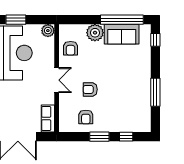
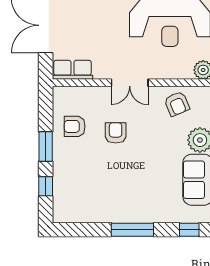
armchair: (71, 48) -> (177, 104), turned -113
window: (155, 92) -> (132, 230), moved

